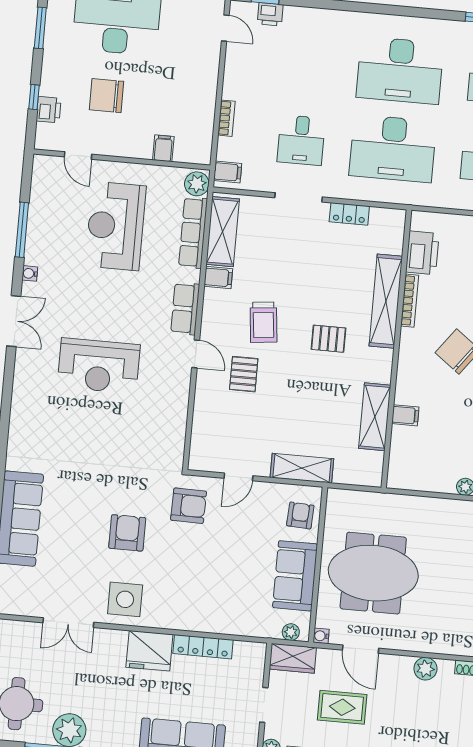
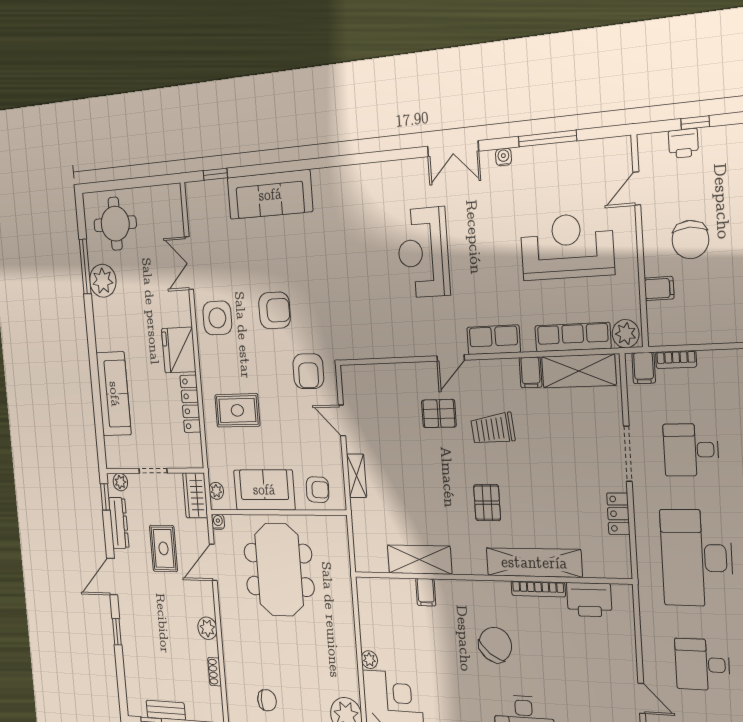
chair: (107, 96) -> (690, 240), moved, turned 180
bookcase: (226, 118) -> (676, 359), moved
shelving: (302, 468) -> (357, 476), width x0.67, depth x0.75
rug: (216, 593) -> (237, 410), added

